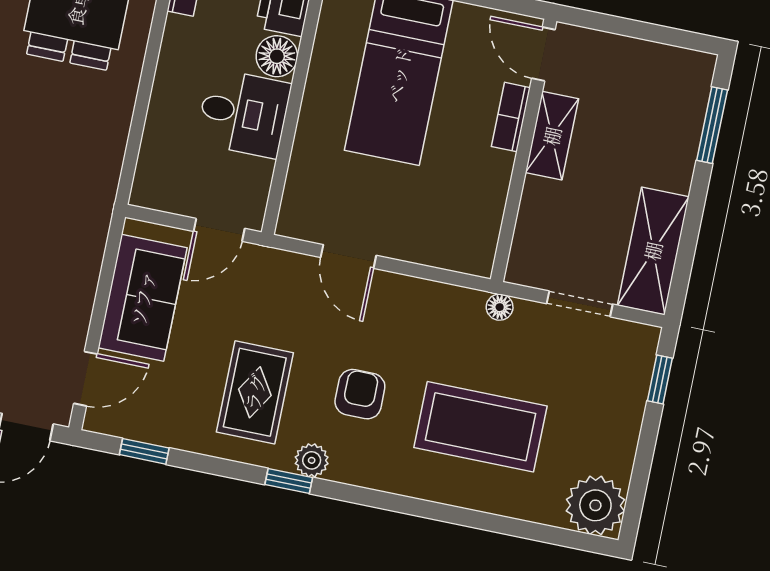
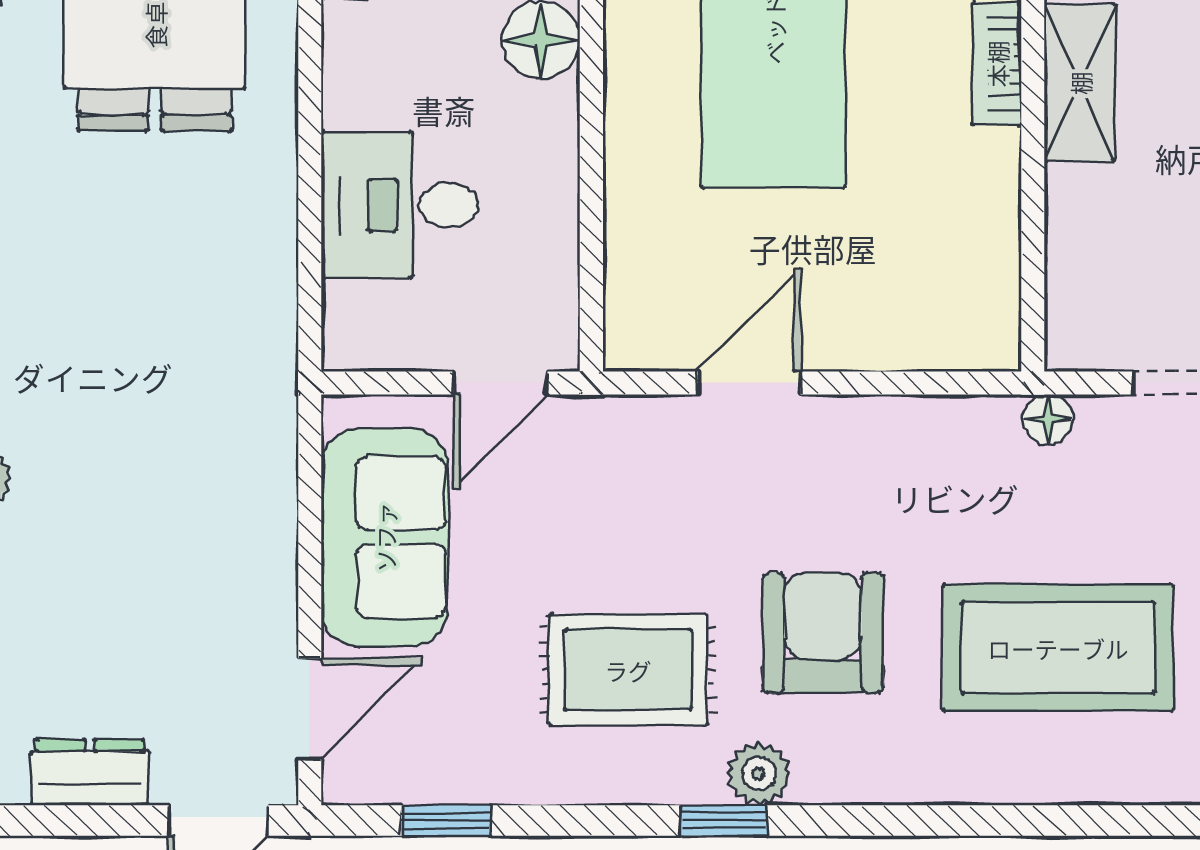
desk: (244, 113) -> (400, 205), moved, turned 180
door: (348, 256) -> (749, 383), swing flipped
rug: (255, 392) -> (628, 670), turned 90
armchair: (360, 394) -> (823, 633), width x1.38, depth x1.38

